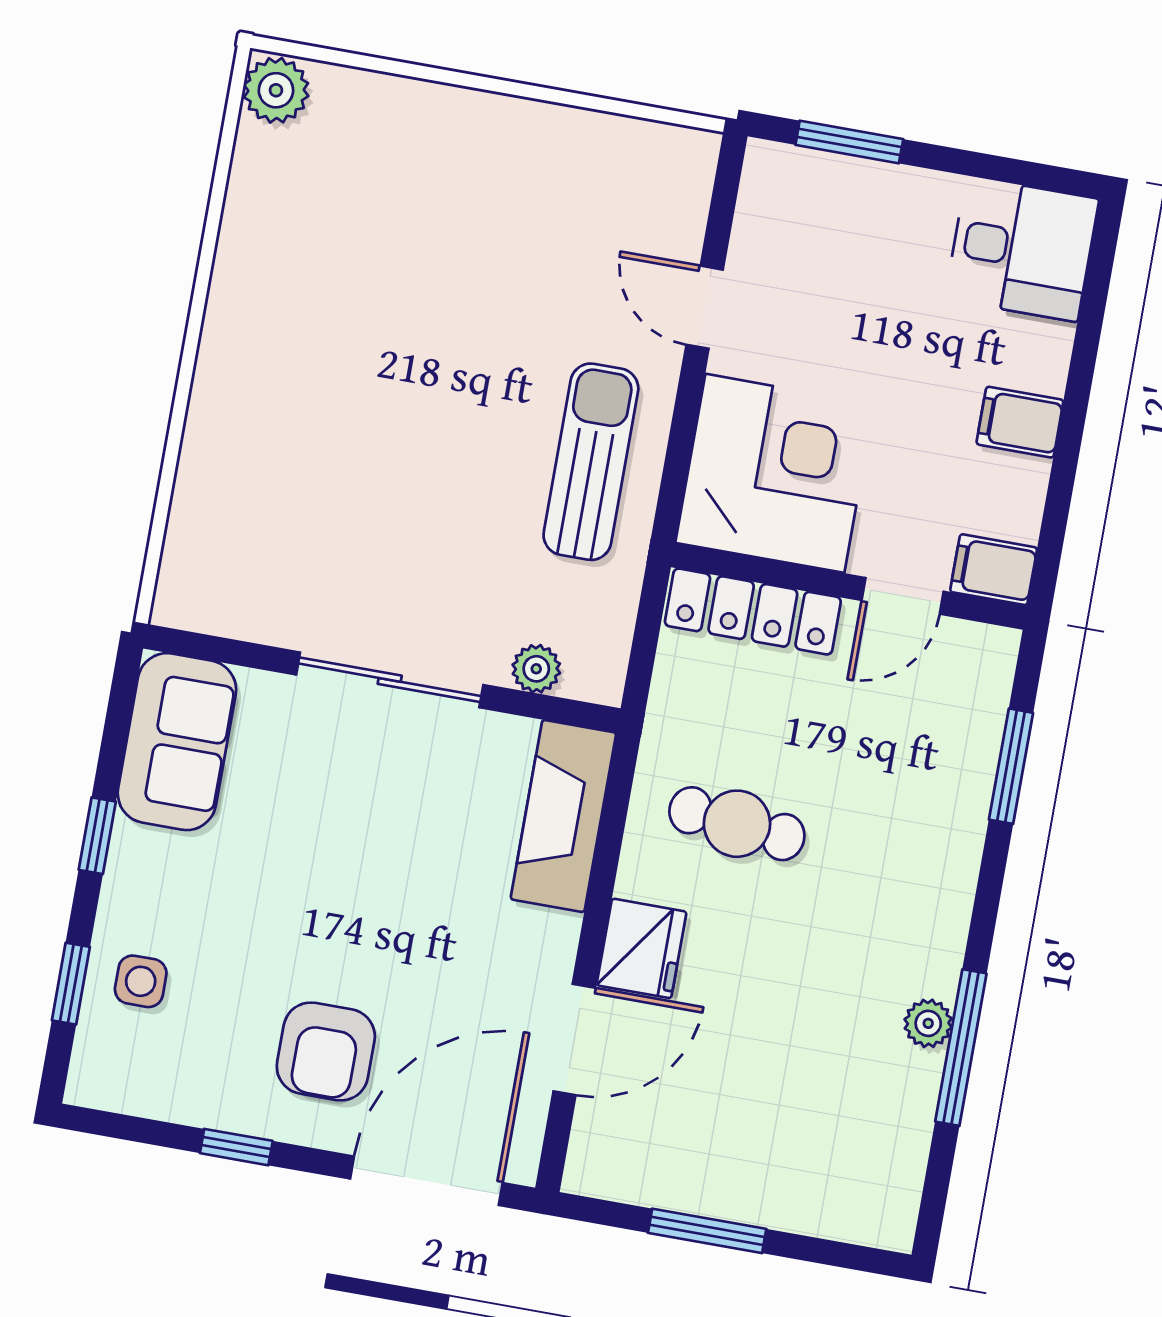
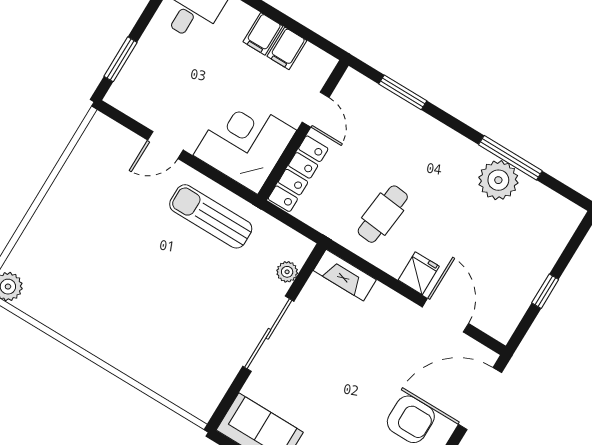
filing cabinet: (994, 570) -> (287, 48), moved
fireplace: (563, 816) -> (345, 275), width x0.73, depth x0.76
fridge: (642, 948) -> (419, 273), width x0.72
plant: (928, 1023) -> (498, 180), width x1.88, depth x1.88
door: (426, 1181) -> (480, 399), hinge flipped
window: (707, 1231) -> (545, 291), width x0.67

